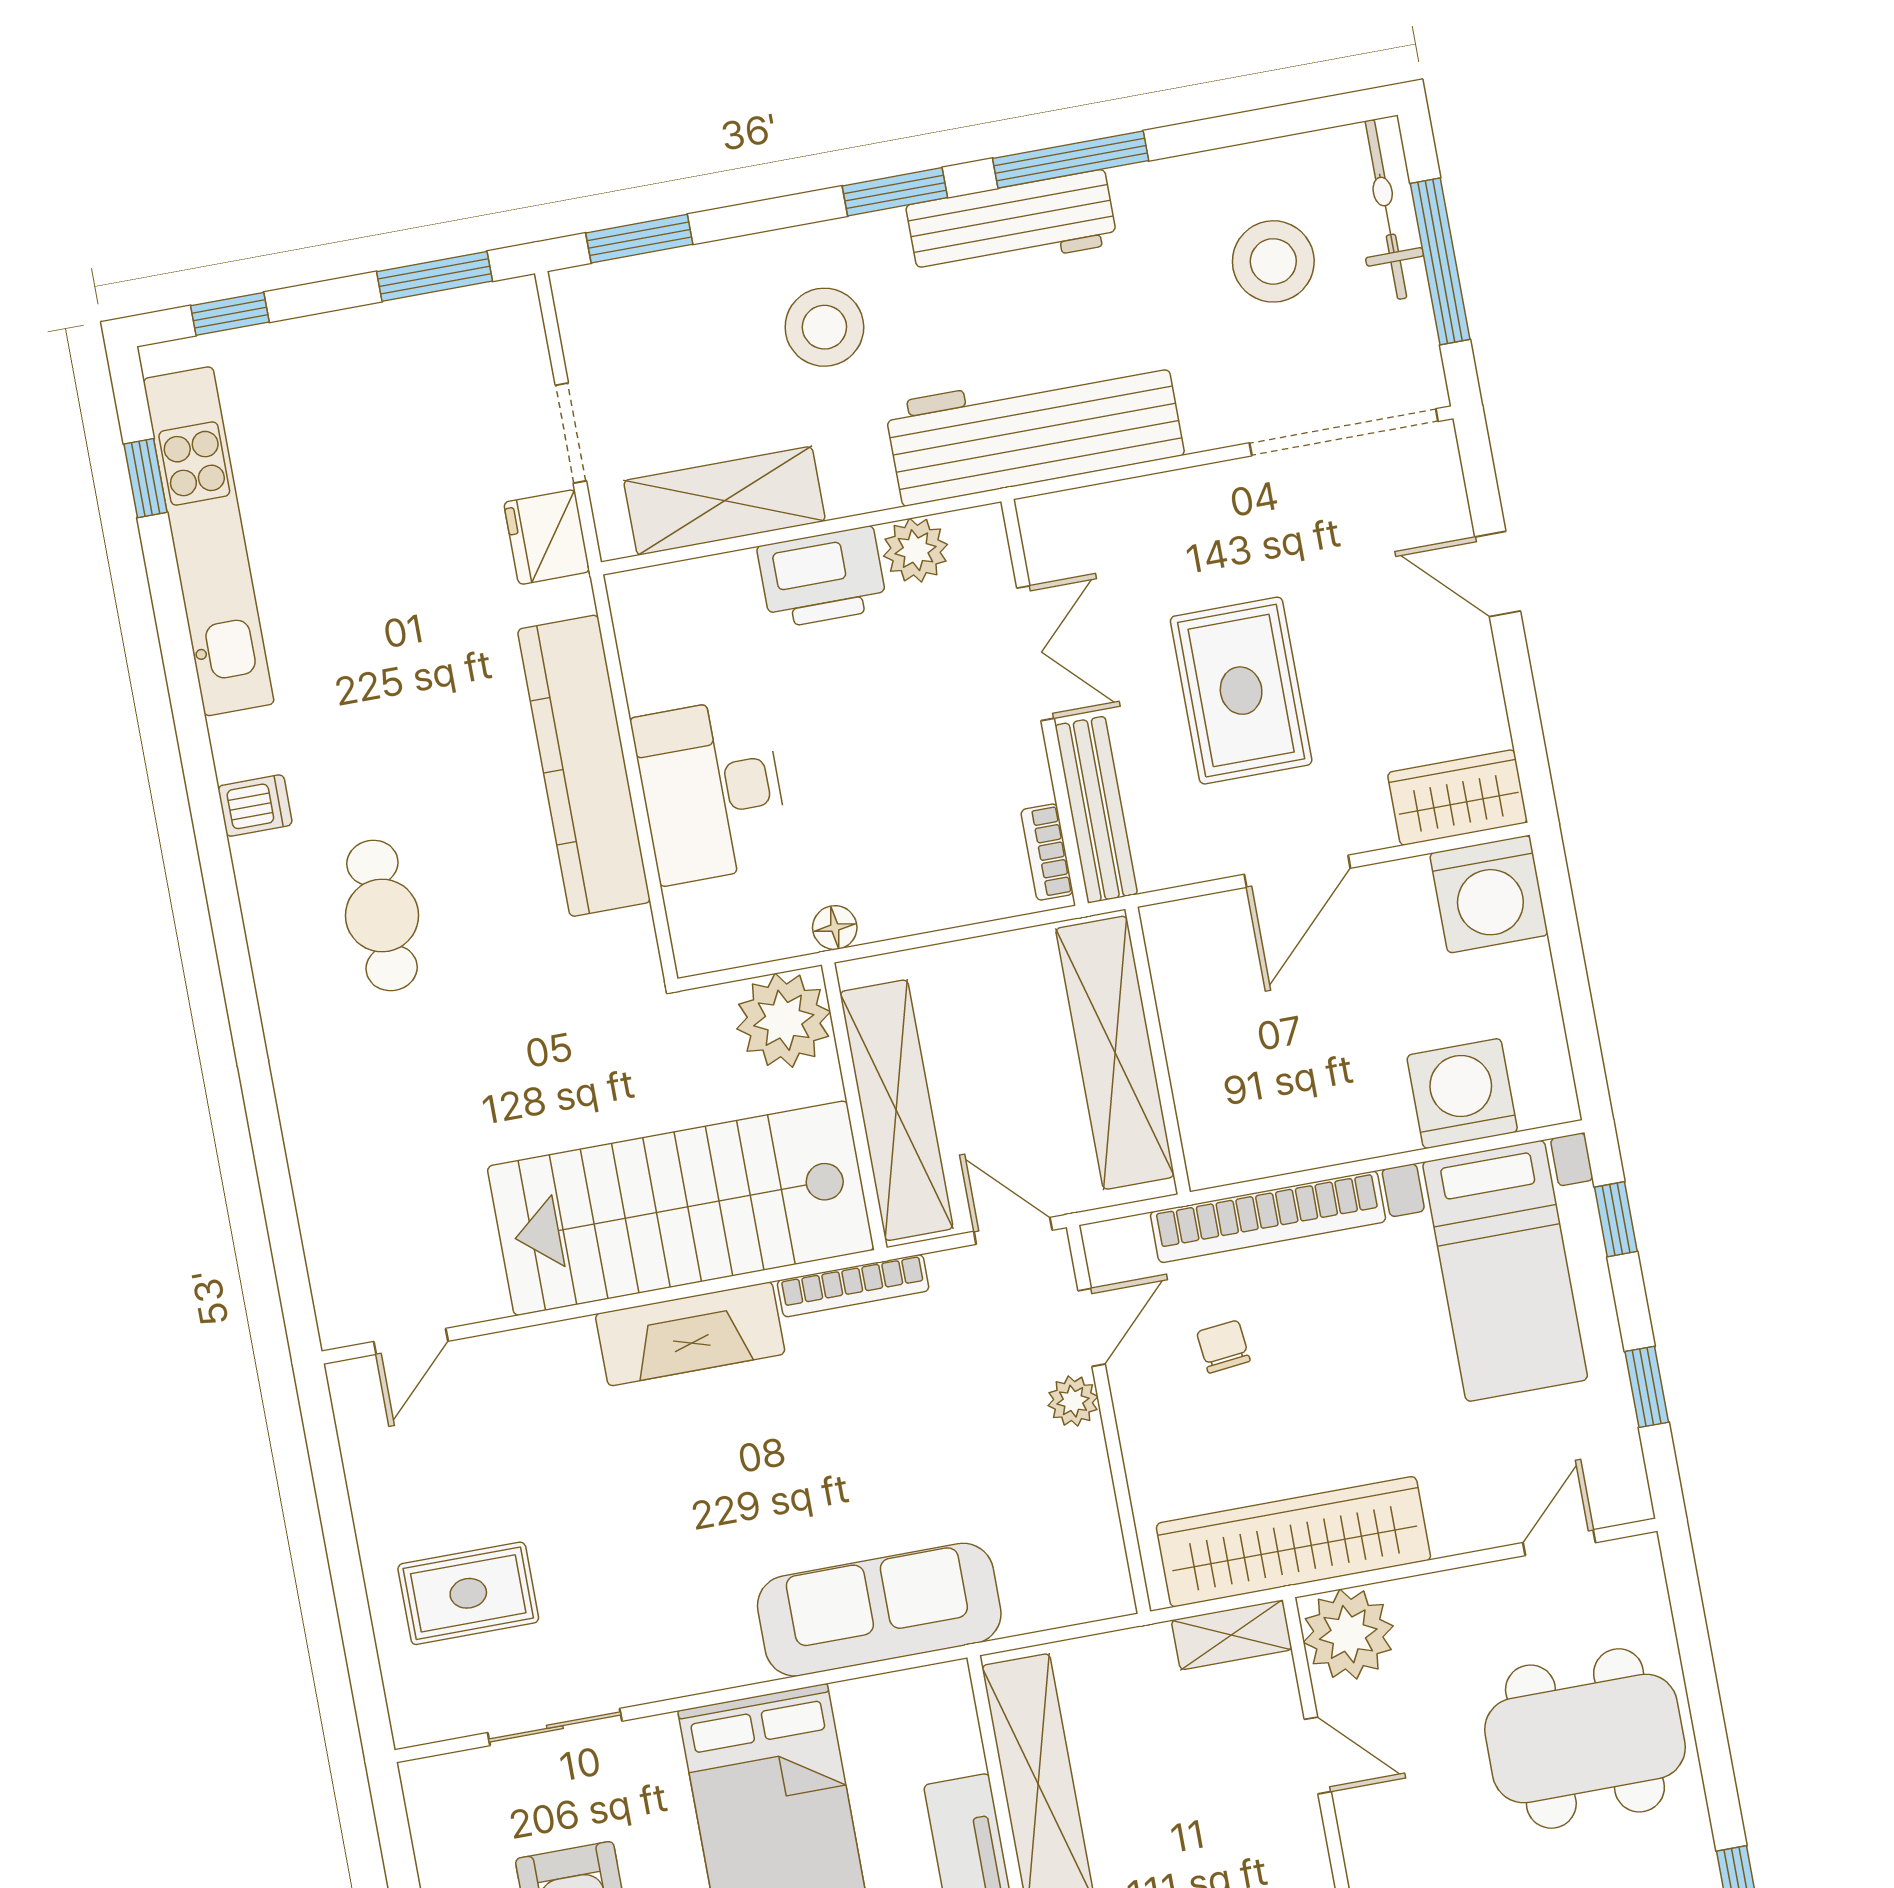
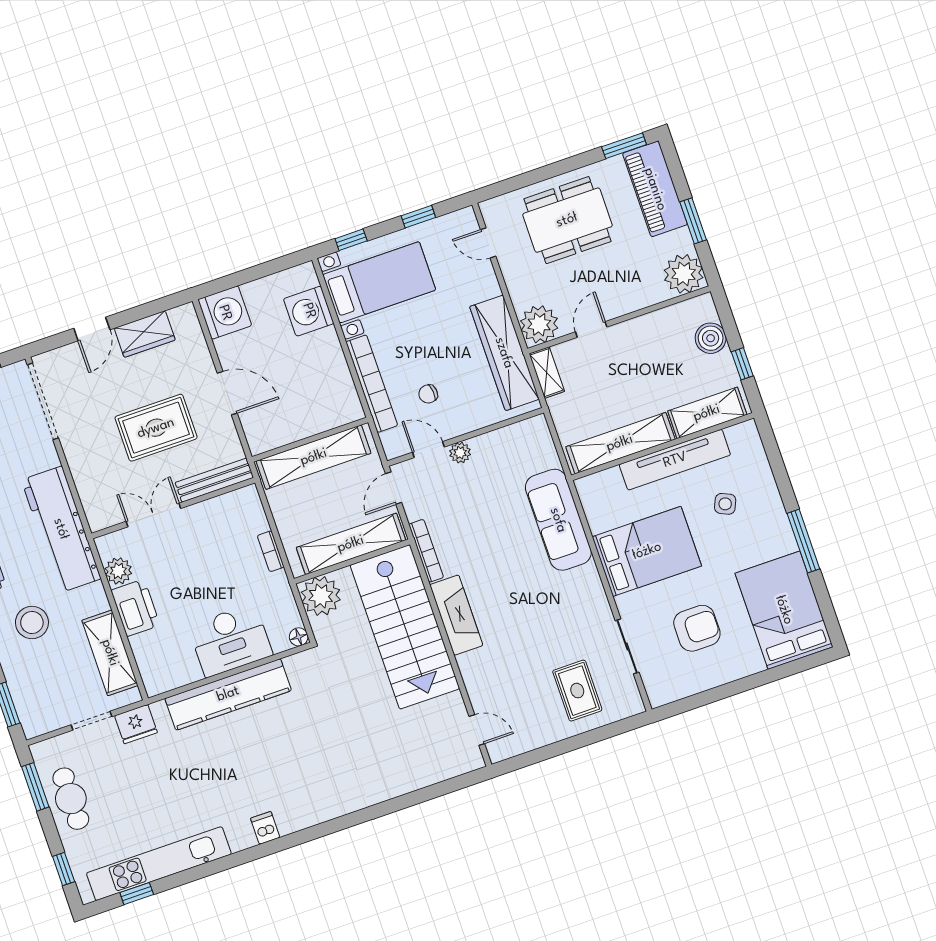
wardrobe: (1457, 798) -> (145, 334), moved, turned -90
bookcase: (1047, 852) -> (271, 551), moved, turned 90
cafe table: (382, 915) -> (71, 799), moved, turned 90
floor lamp: (835, 928) -> (299, 637), moved
dining table: (1585, 1738) -> (567, 220), turned 90

